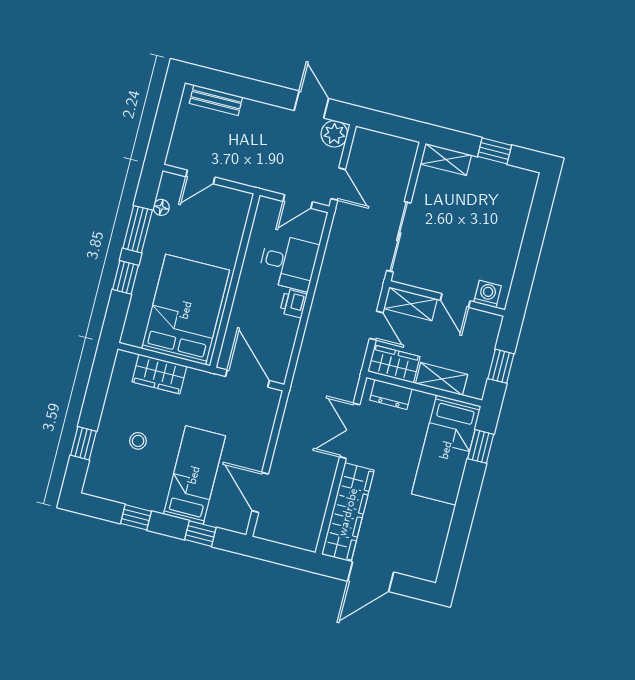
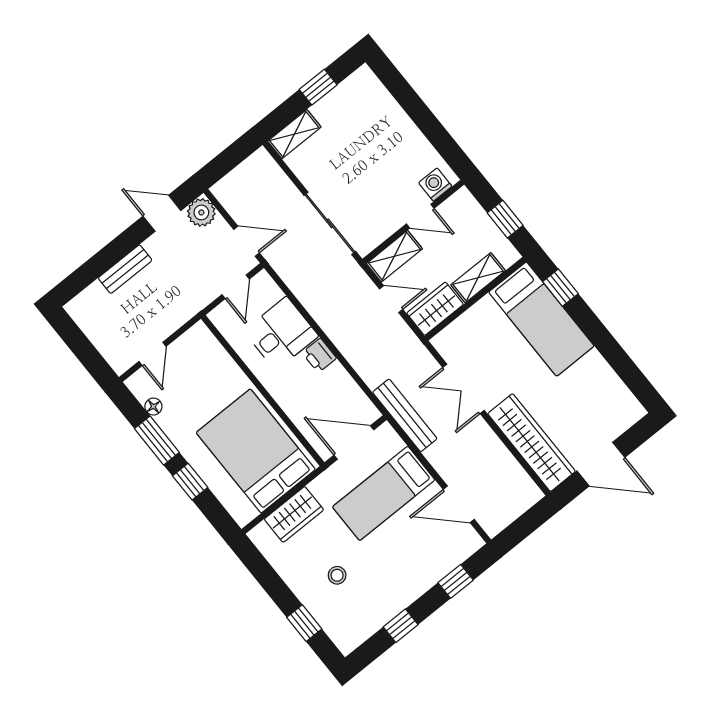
bench: (216, 100) -> (125, 269), moved
dresser: (391, 394) -> (459, 331), removed
bench: (297, 402) -> (405, 415), added
bed: (194, 475) -> (384, 493), moved, turned -90
door: (371, 577) -> (601, 464), hinge flipped

